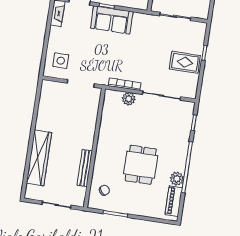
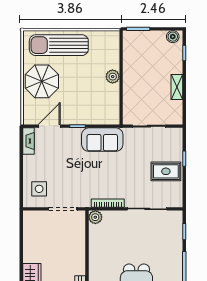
sofa: (112, 20) -> (102, 140), moved
plant: (129, 99) -> (95, 217), moved

